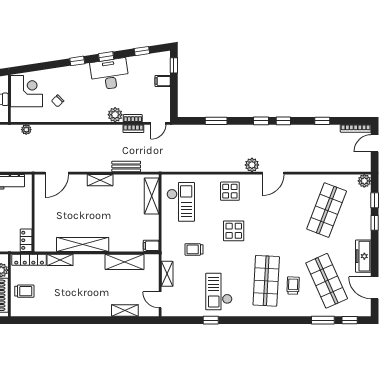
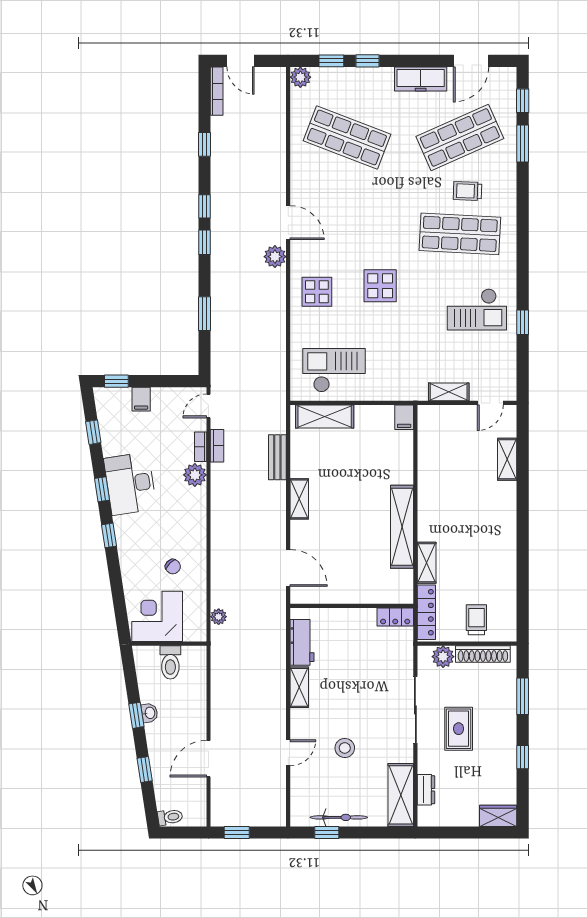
door: (158, 123) -> (208, 406), swing flipped
trolley: (194, 249) -> (410, 349), removed
shelving: (125, 262) -> (430, 460), removed

